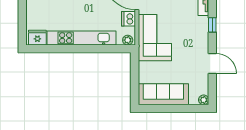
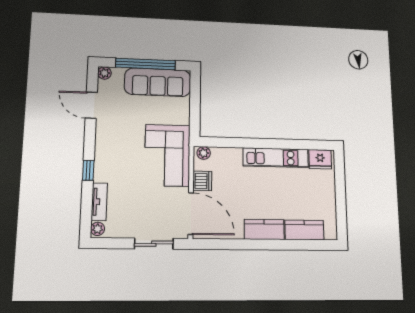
kitchen unit: (82, 38) -> (276, 158), width x0.73
door: (212, 63) -> (91, 105), moved
window: (173, 109) -> (146, 64), added

